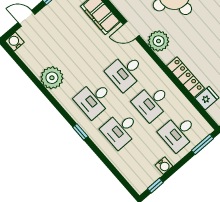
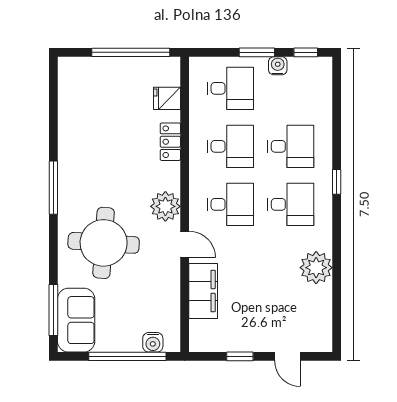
water cooler: (15, 42) -> (323, 342), removed
locker: (185, 77) -> (170, 142), width x0.66
window: (202, 144) -> (257, 52), moved

